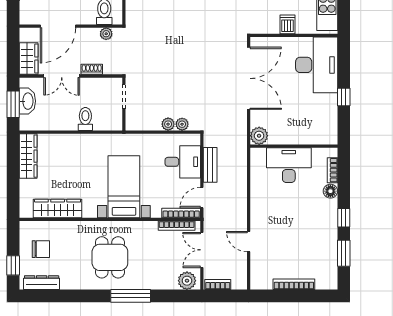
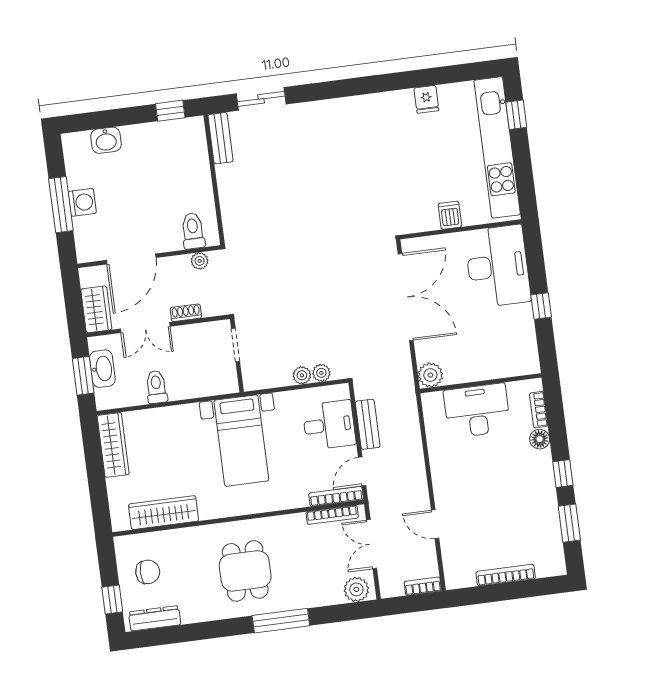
toilet: (85, 119) -> (156, 387), moved
bed with nightstands: (124, 187) -> (241, 441), moved, turned 180
bookcase: (218, 284) -> (423, 586), moved

